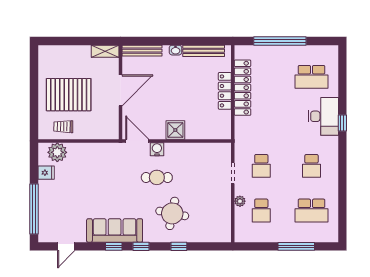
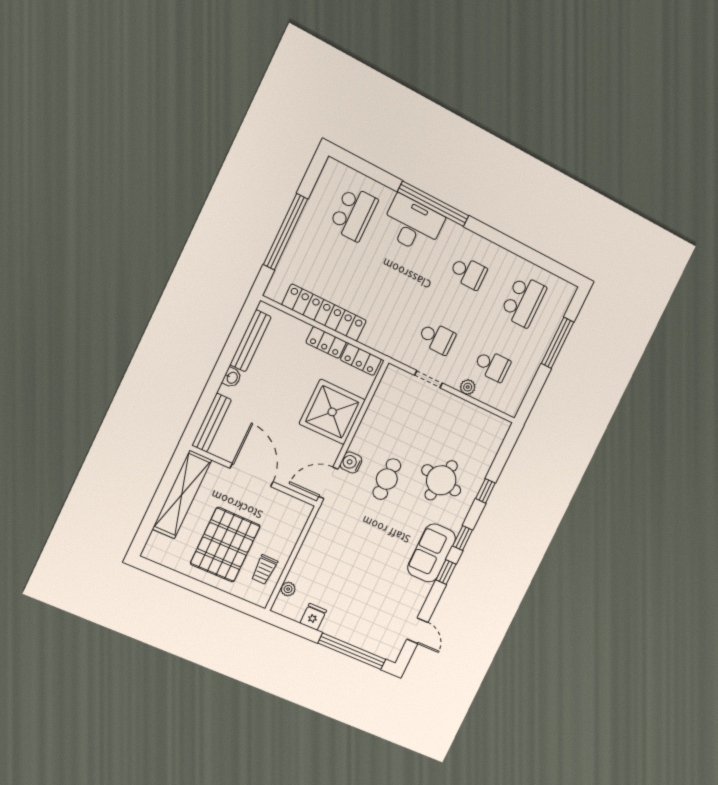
shelving: (105, 51) -> (182, 494), width x2.20, depth x1.33
locker: (225, 91) -> (326, 342), width x0.66
window: (342, 123) -> (433, 204), width x3.17
locker: (225, 124) -> (361, 359), added
shower: (175, 130) -> (332, 412), width x1.86, depth x1.86
plant: (57, 152) -> (288, 589), width x0.53, depth x0.53
sofa: (115, 230) -> (432, 553), width x0.73

